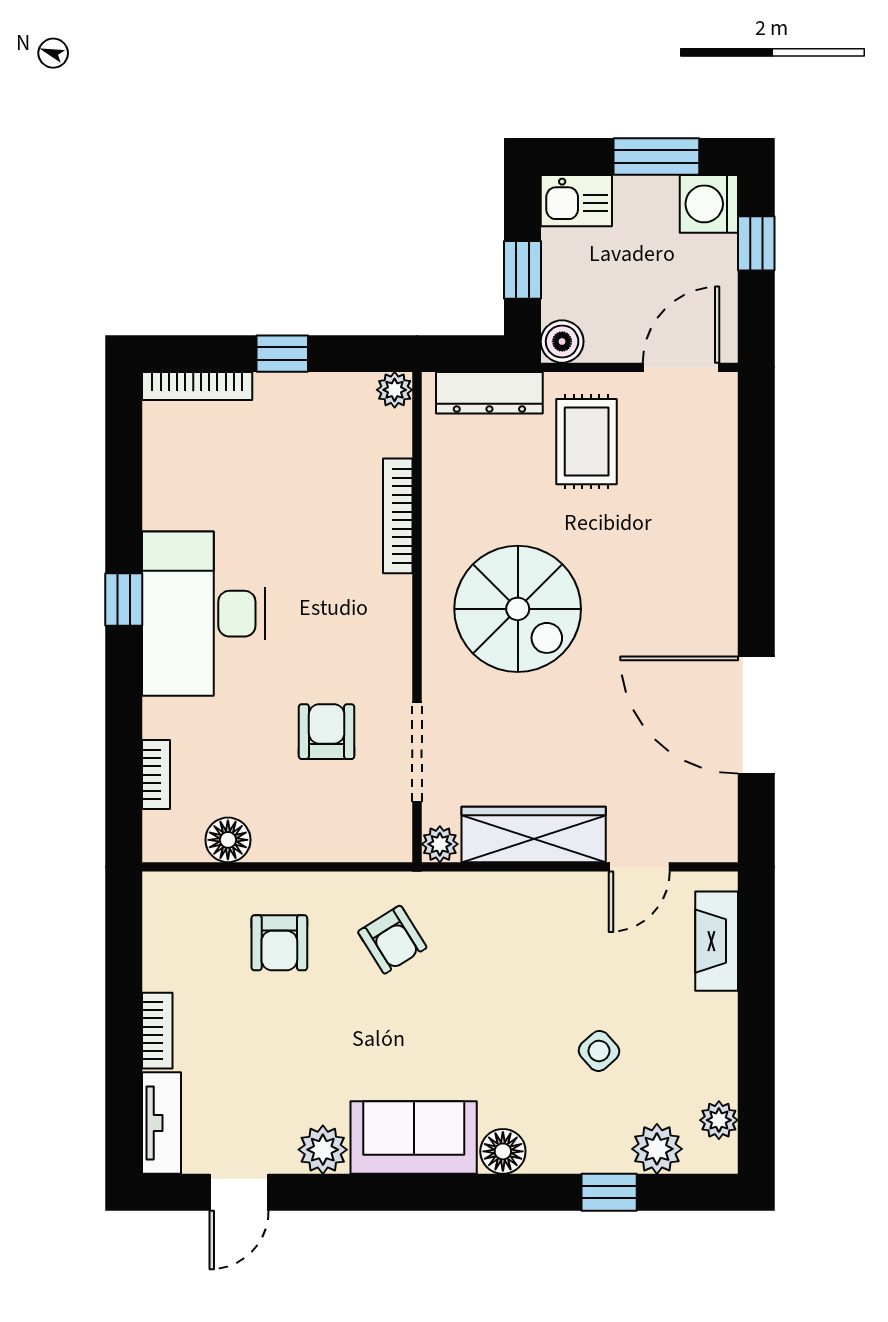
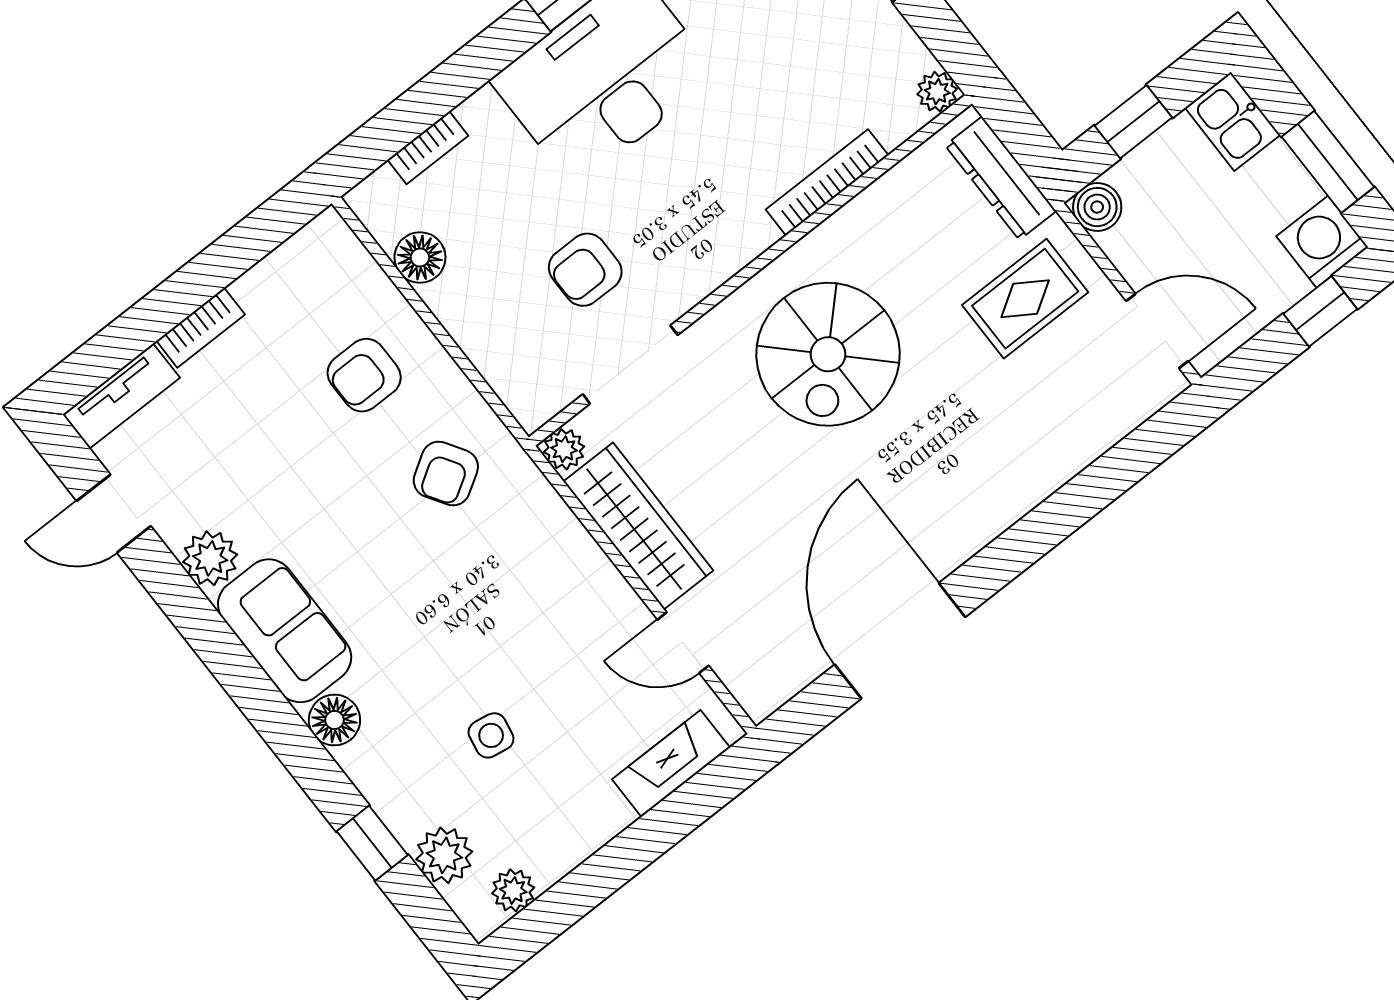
armchair: (327, 732) -> (585, 270), turned 180
side table: (599, 1051) -> (491, 735), turned -38

